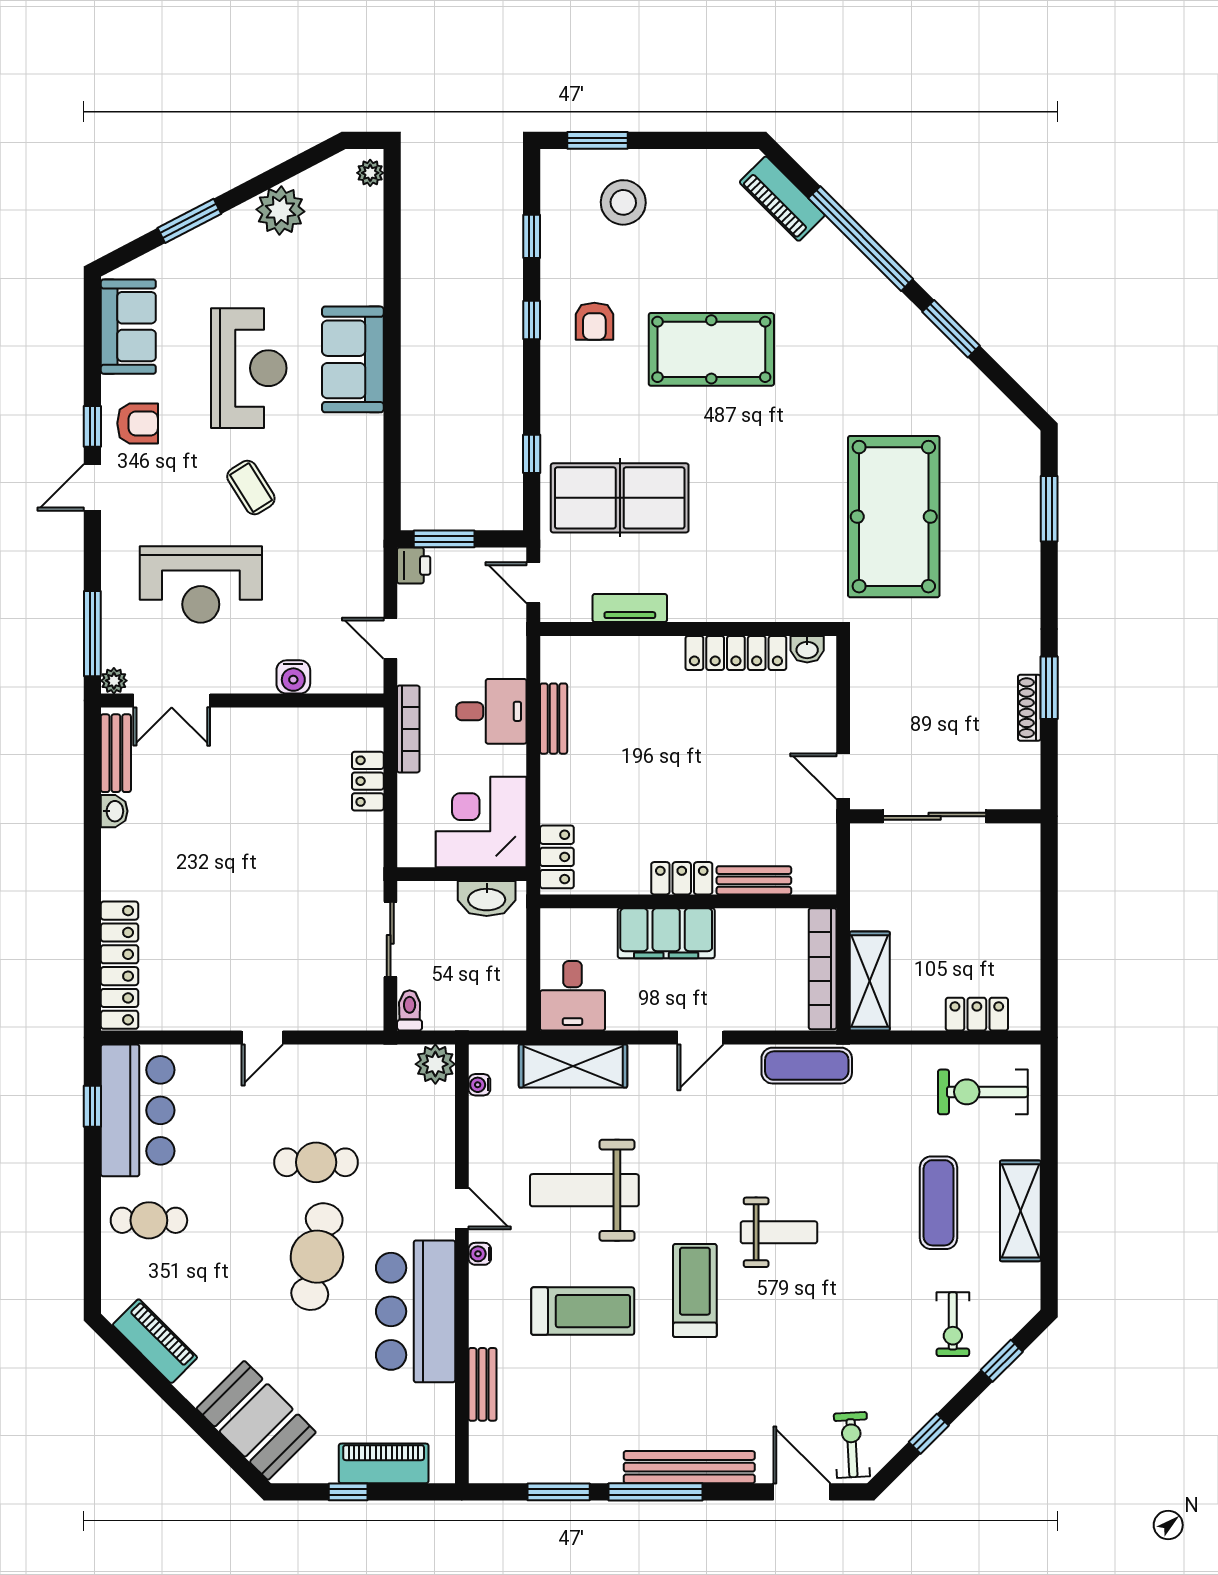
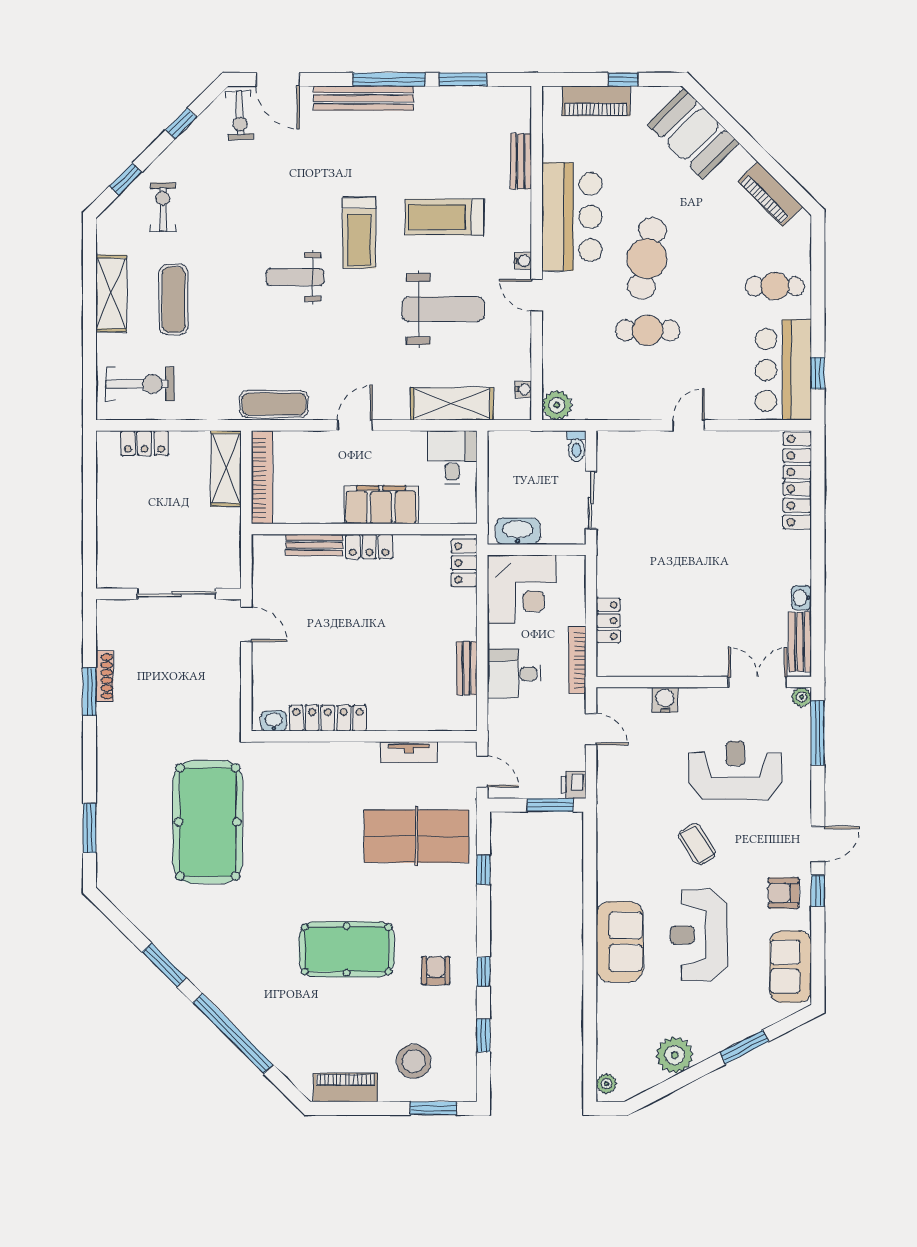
piano: (782, 199) -> (345, 1088), moved, turned -45

